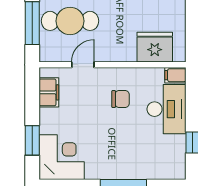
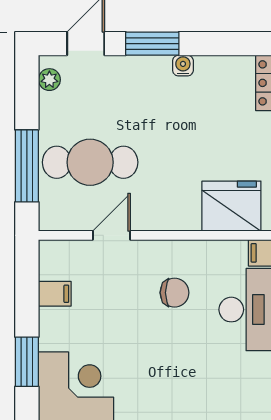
filing cabinet: (49, 92) -> (55, 294), width x0.50

